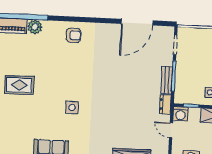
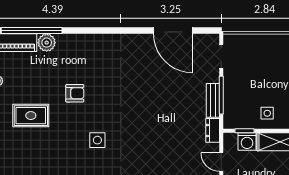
door: (137, 22) -> (173, 31), hinge flipped
armchair: (74, 35) -> (75, 93), moved
washing machine: (180, 114) -> (247, 141), moved

